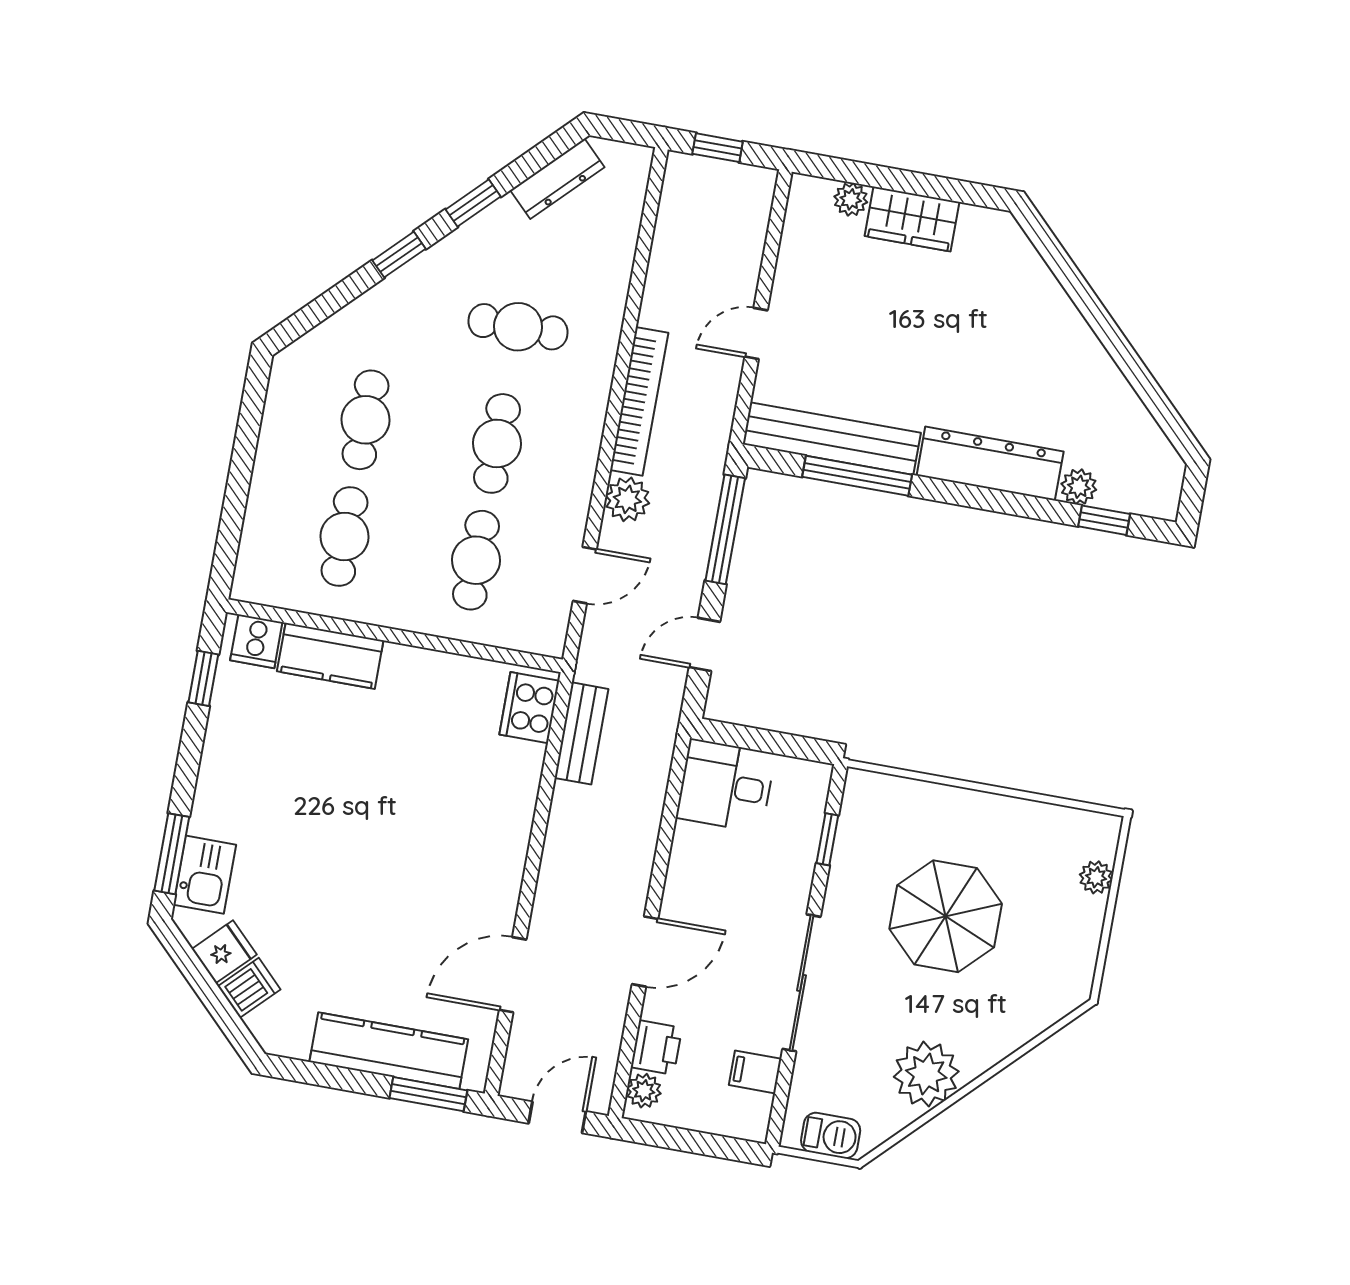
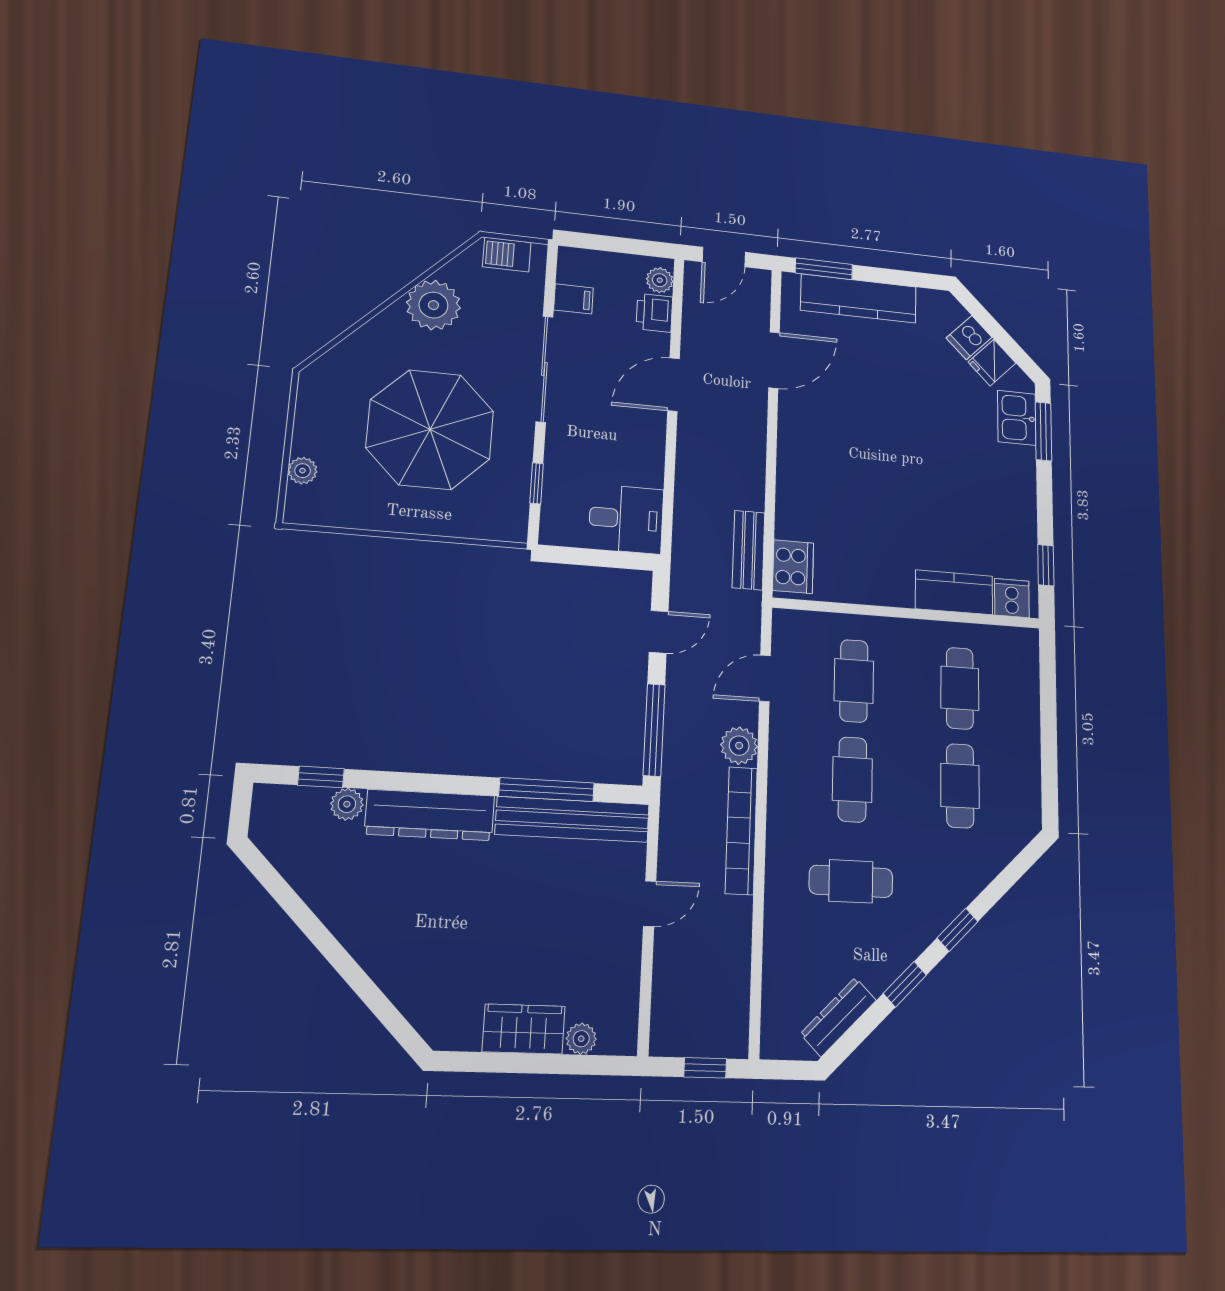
parasol: (946, 916) -> (430, 429), width x1.36, depth x1.36

